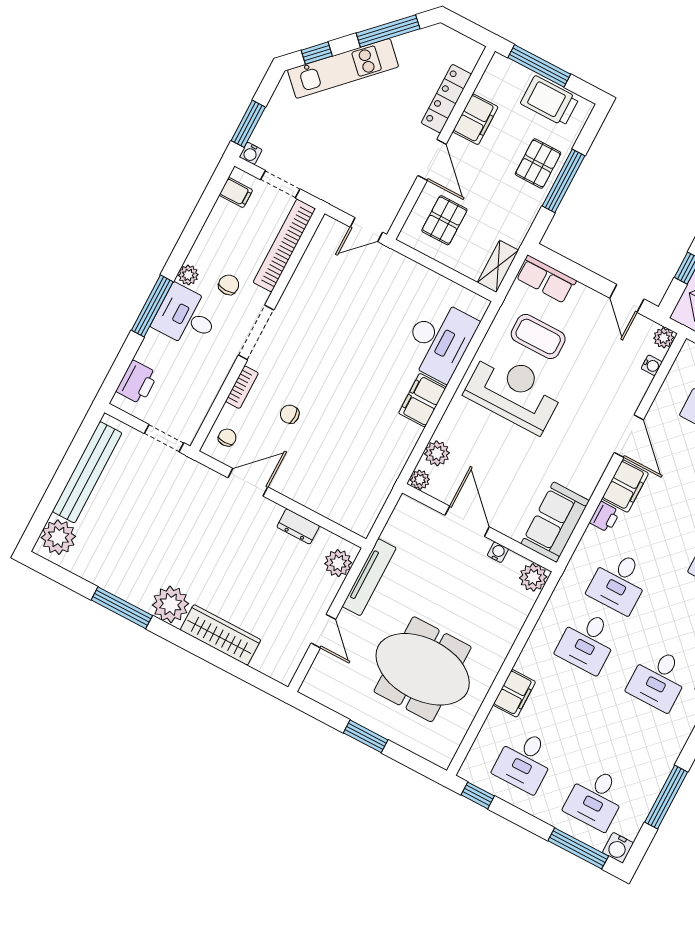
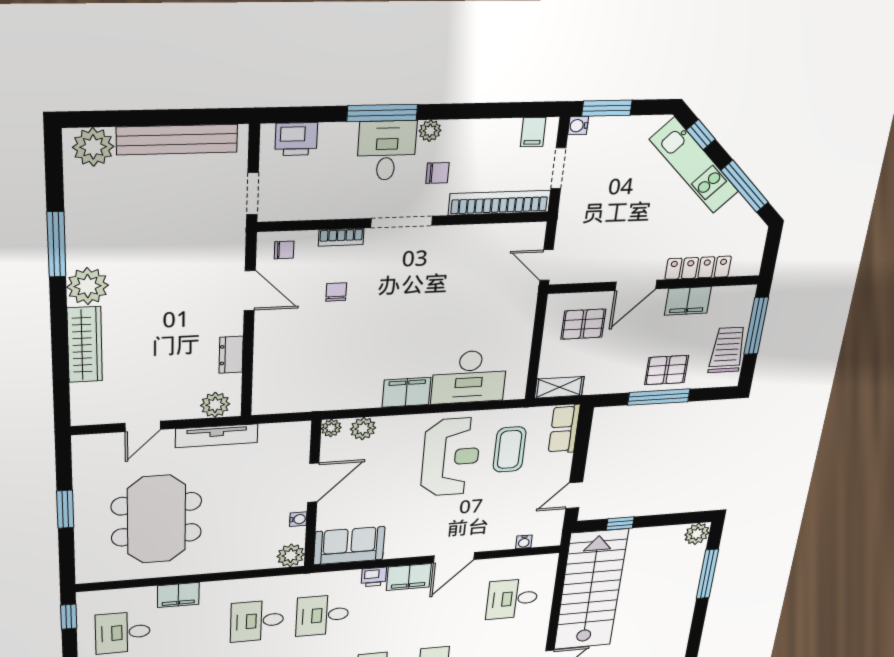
plant: (664, 338) -> (552, 538), removed

